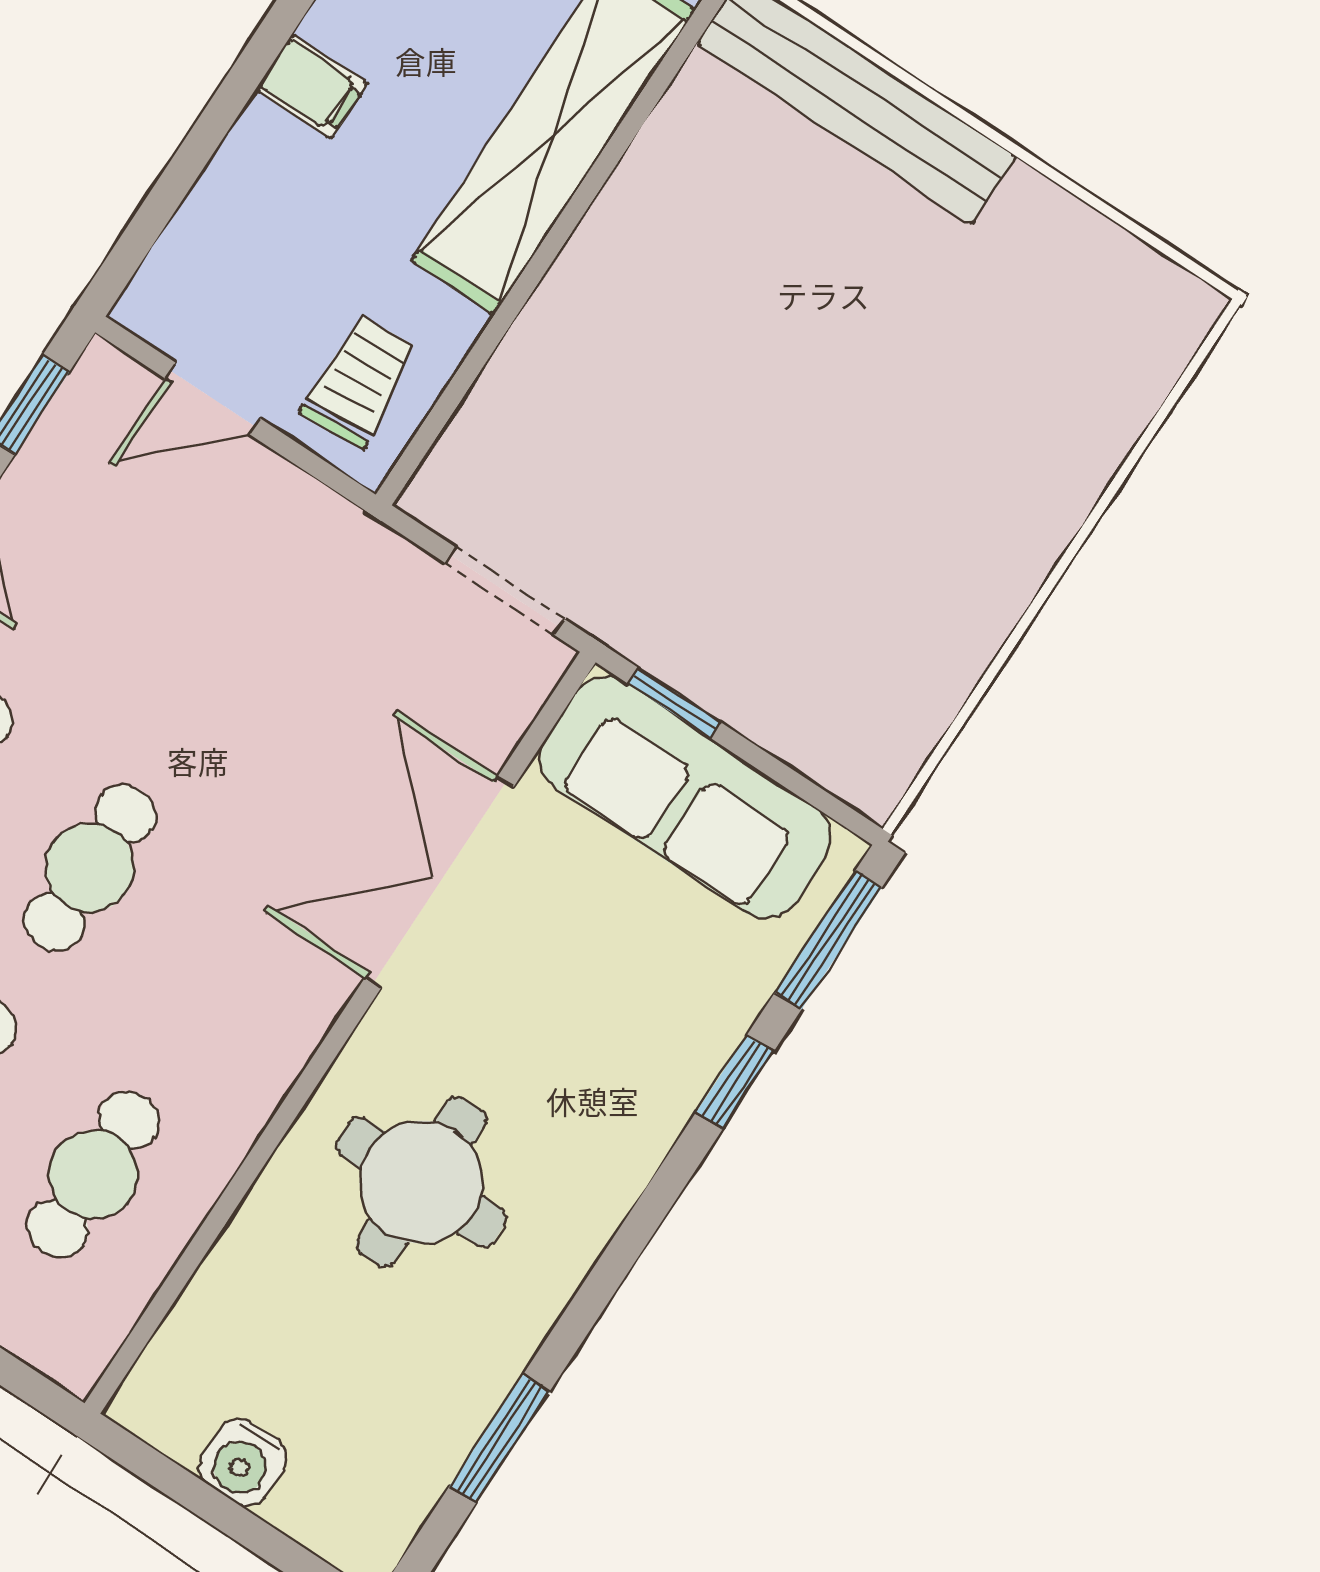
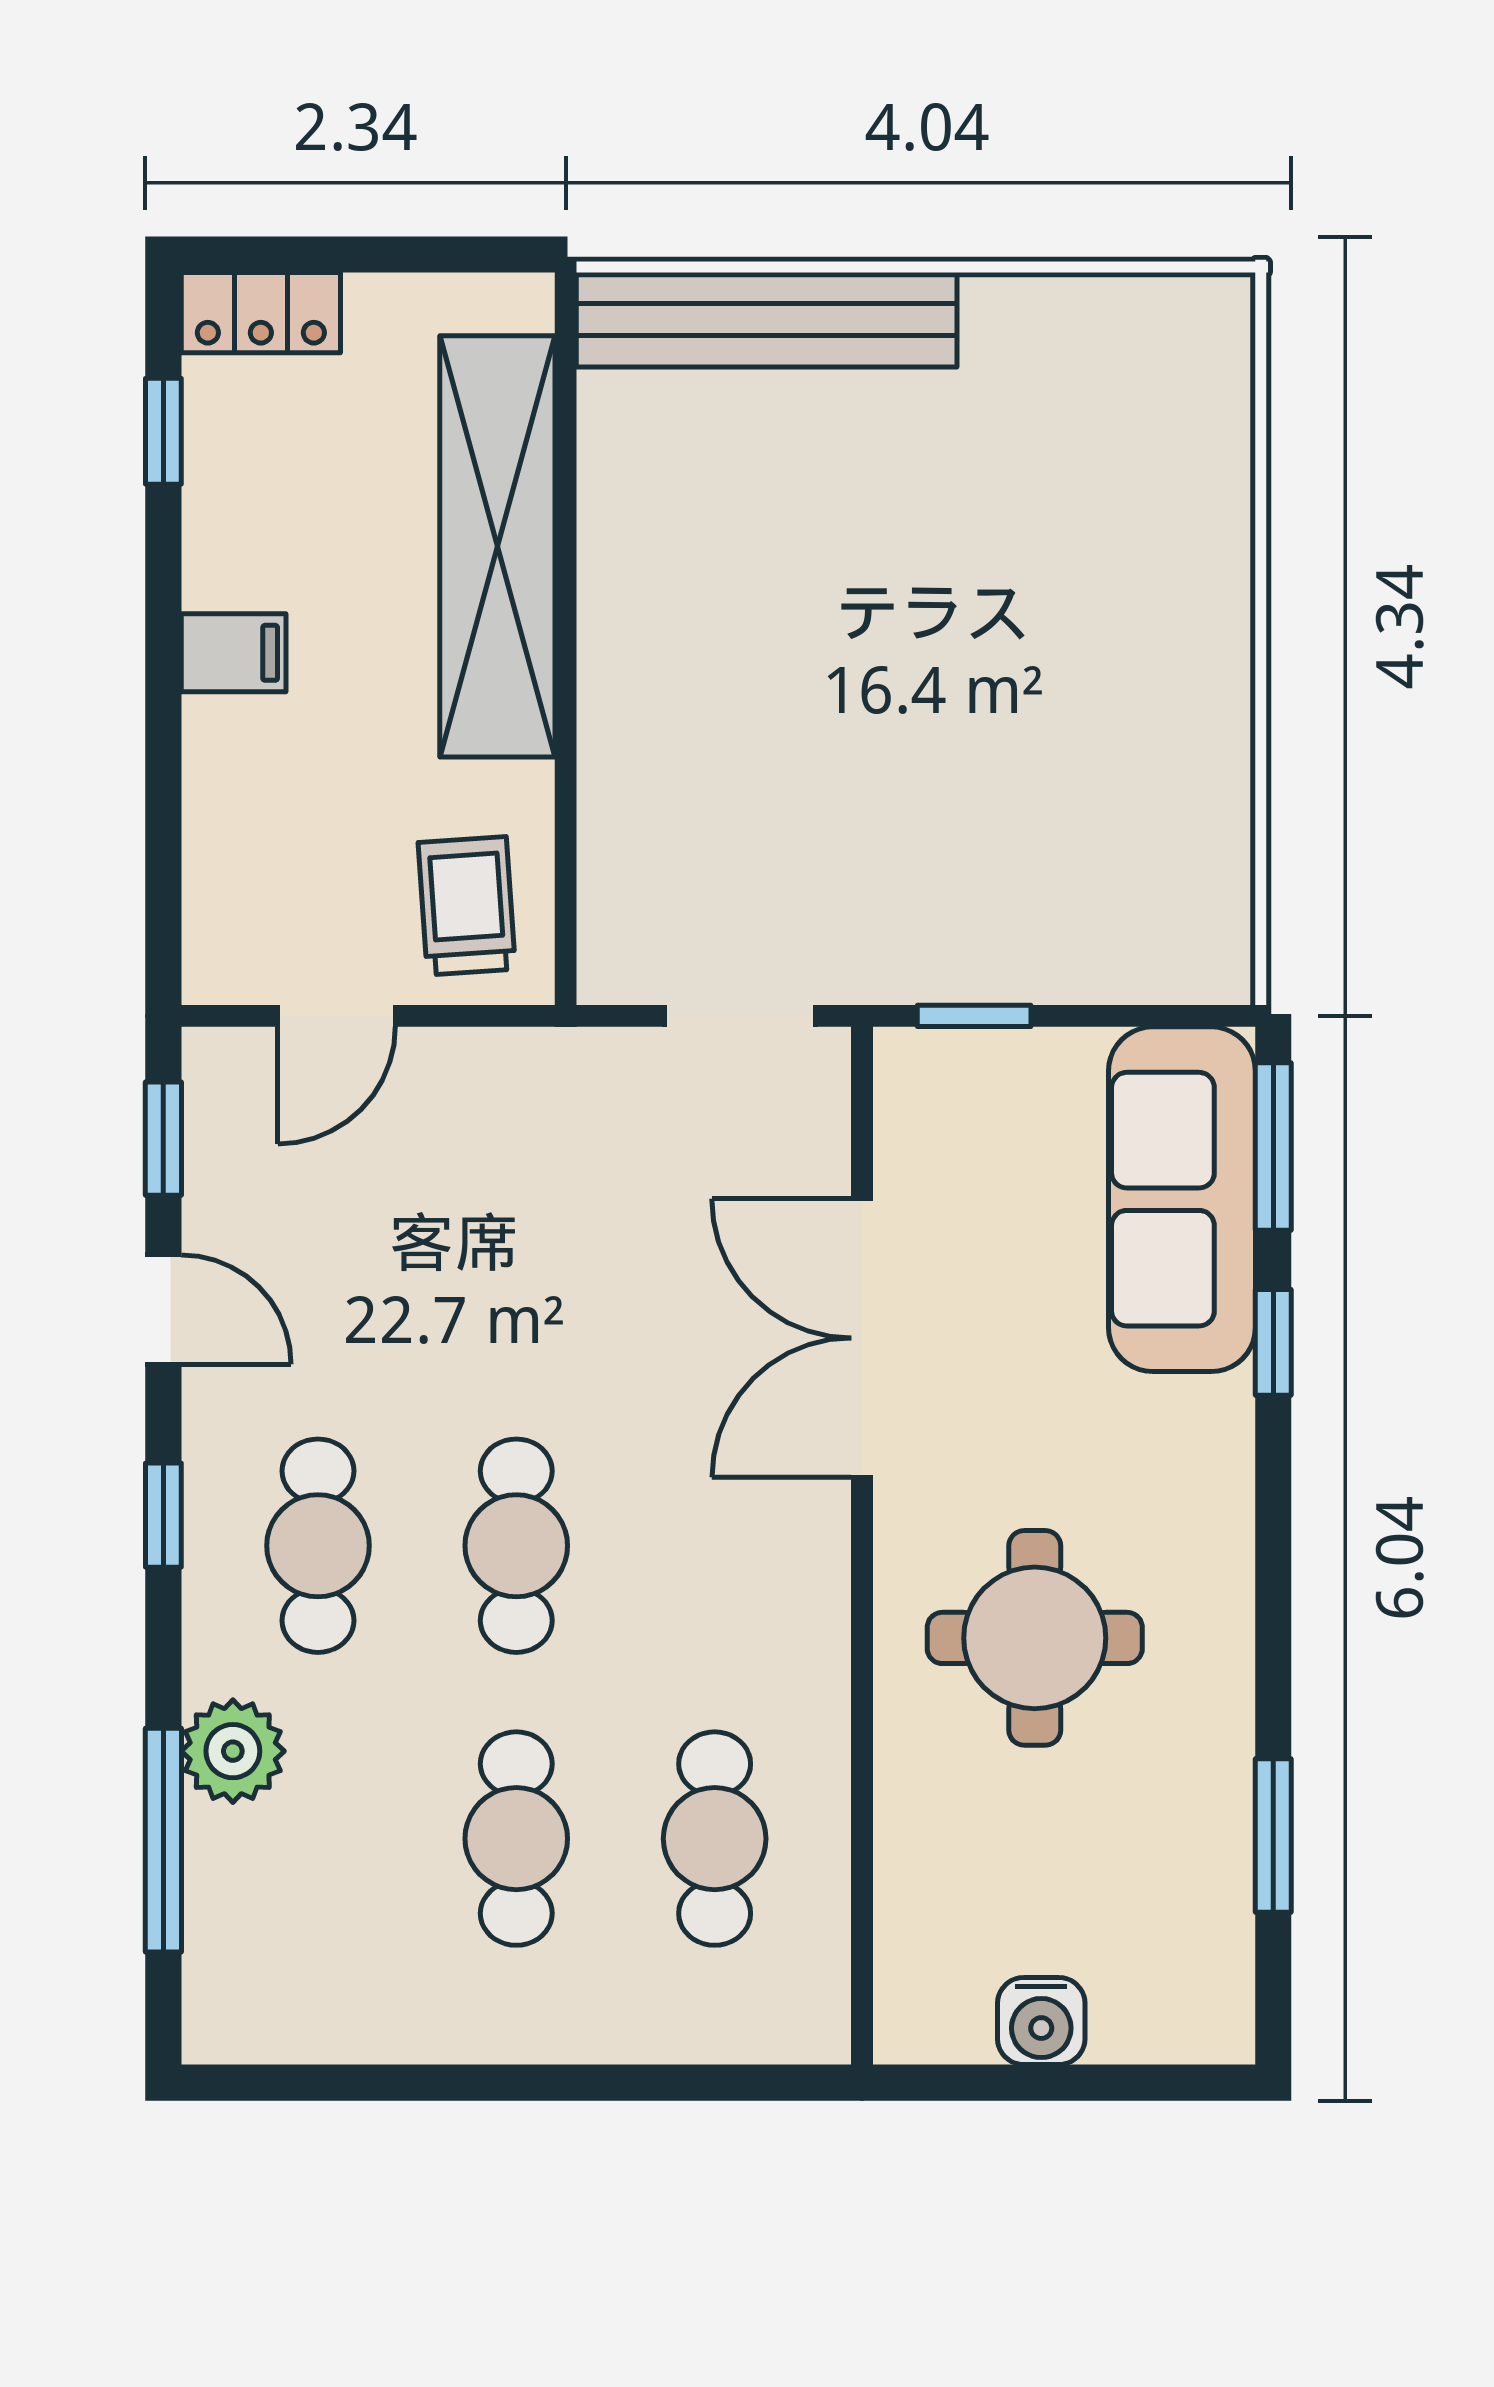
sofa: (686, 798) -> (1182, 1199), moved, turned 90

